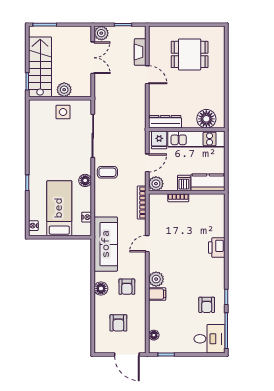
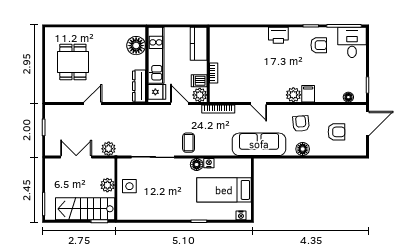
plant: (101, 33) -> (109, 149), moved
fireplace: (140, 52) -> (71, 110), removed
dishwasher: (184, 183) -> (199, 81), moved
nightstand: (87, 217) -> (209, 163), moved
printer: (217, 248) -> (278, 35), moved
armchair: (127, 287) -> (301, 124), turned -95

